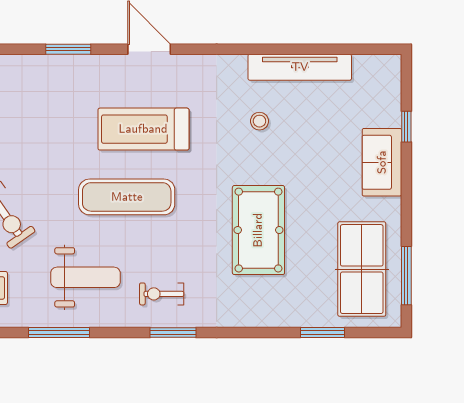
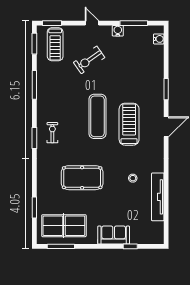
weight bench: (85, 277) -> (60, 97), removed

